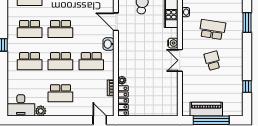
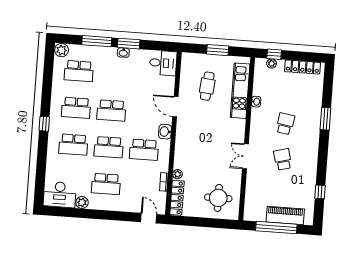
school desk: (212, 29) -> (285, 124), width x0.54
water cooler: (173, 43) -> (239, 136), removed
round table: (159, 98) -> (218, 198), added
piano: (206, 109) -> (285, 215), moved

